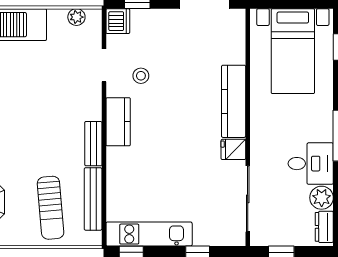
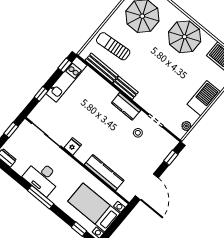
dishwasher: (118, 21) -> (170, 142), removed
kitchen counter: (234, 101) -> (104, 173), moved
desk: (311, 164) -> (42, 178), width x1.37
plant: (322, 198) -> (20, 167), removed

